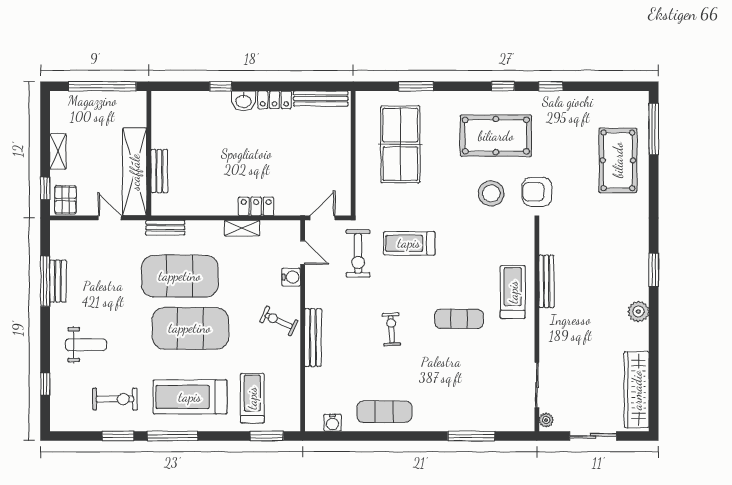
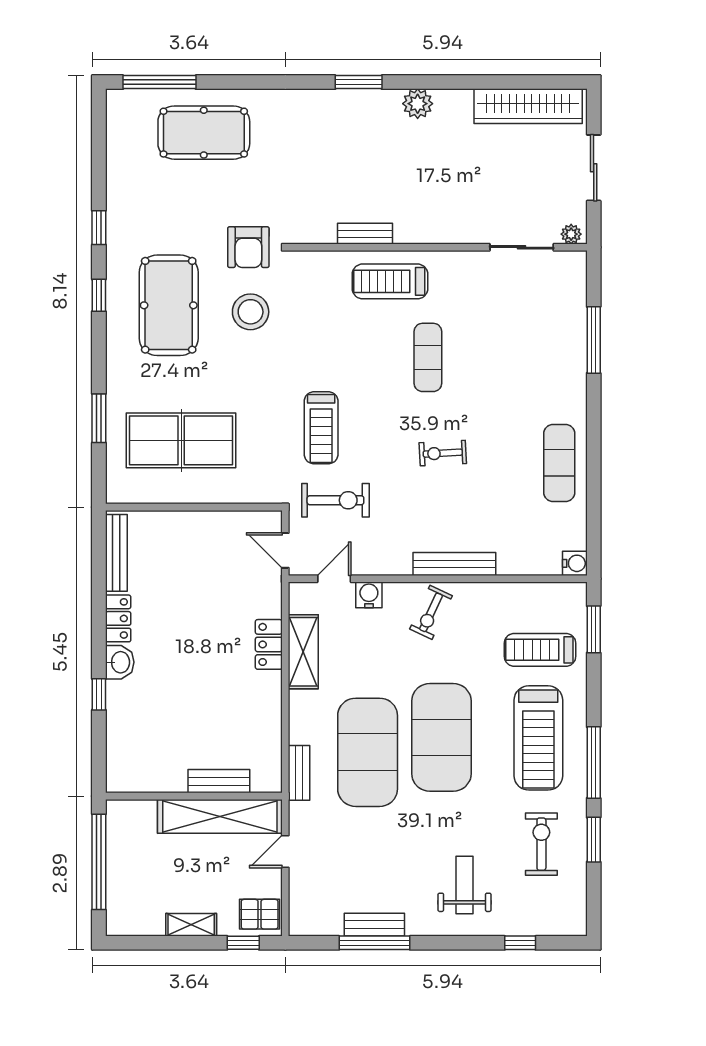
shelving: (242, 228) -> (303, 652), width x1.50, depth x1.33
bench: (546, 281) -> (365, 234), width x0.73
water cooler: (332, 423) -> (575, 563), moved

